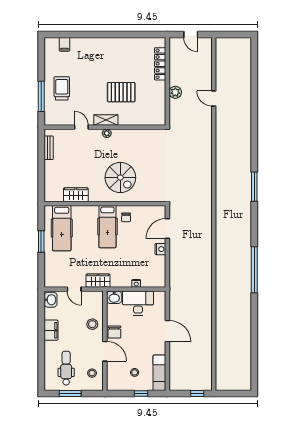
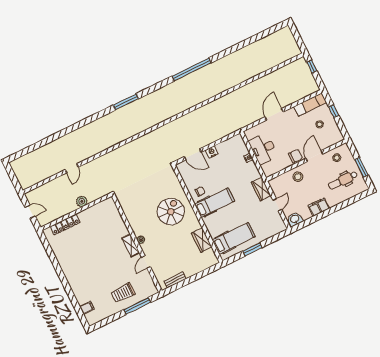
door: (191, 34) -> (30, 212), hinge flipped
pallet: (121, 92) -> (103, 244), removed
washbasin: (114, 297) -> (268, 170), removed

